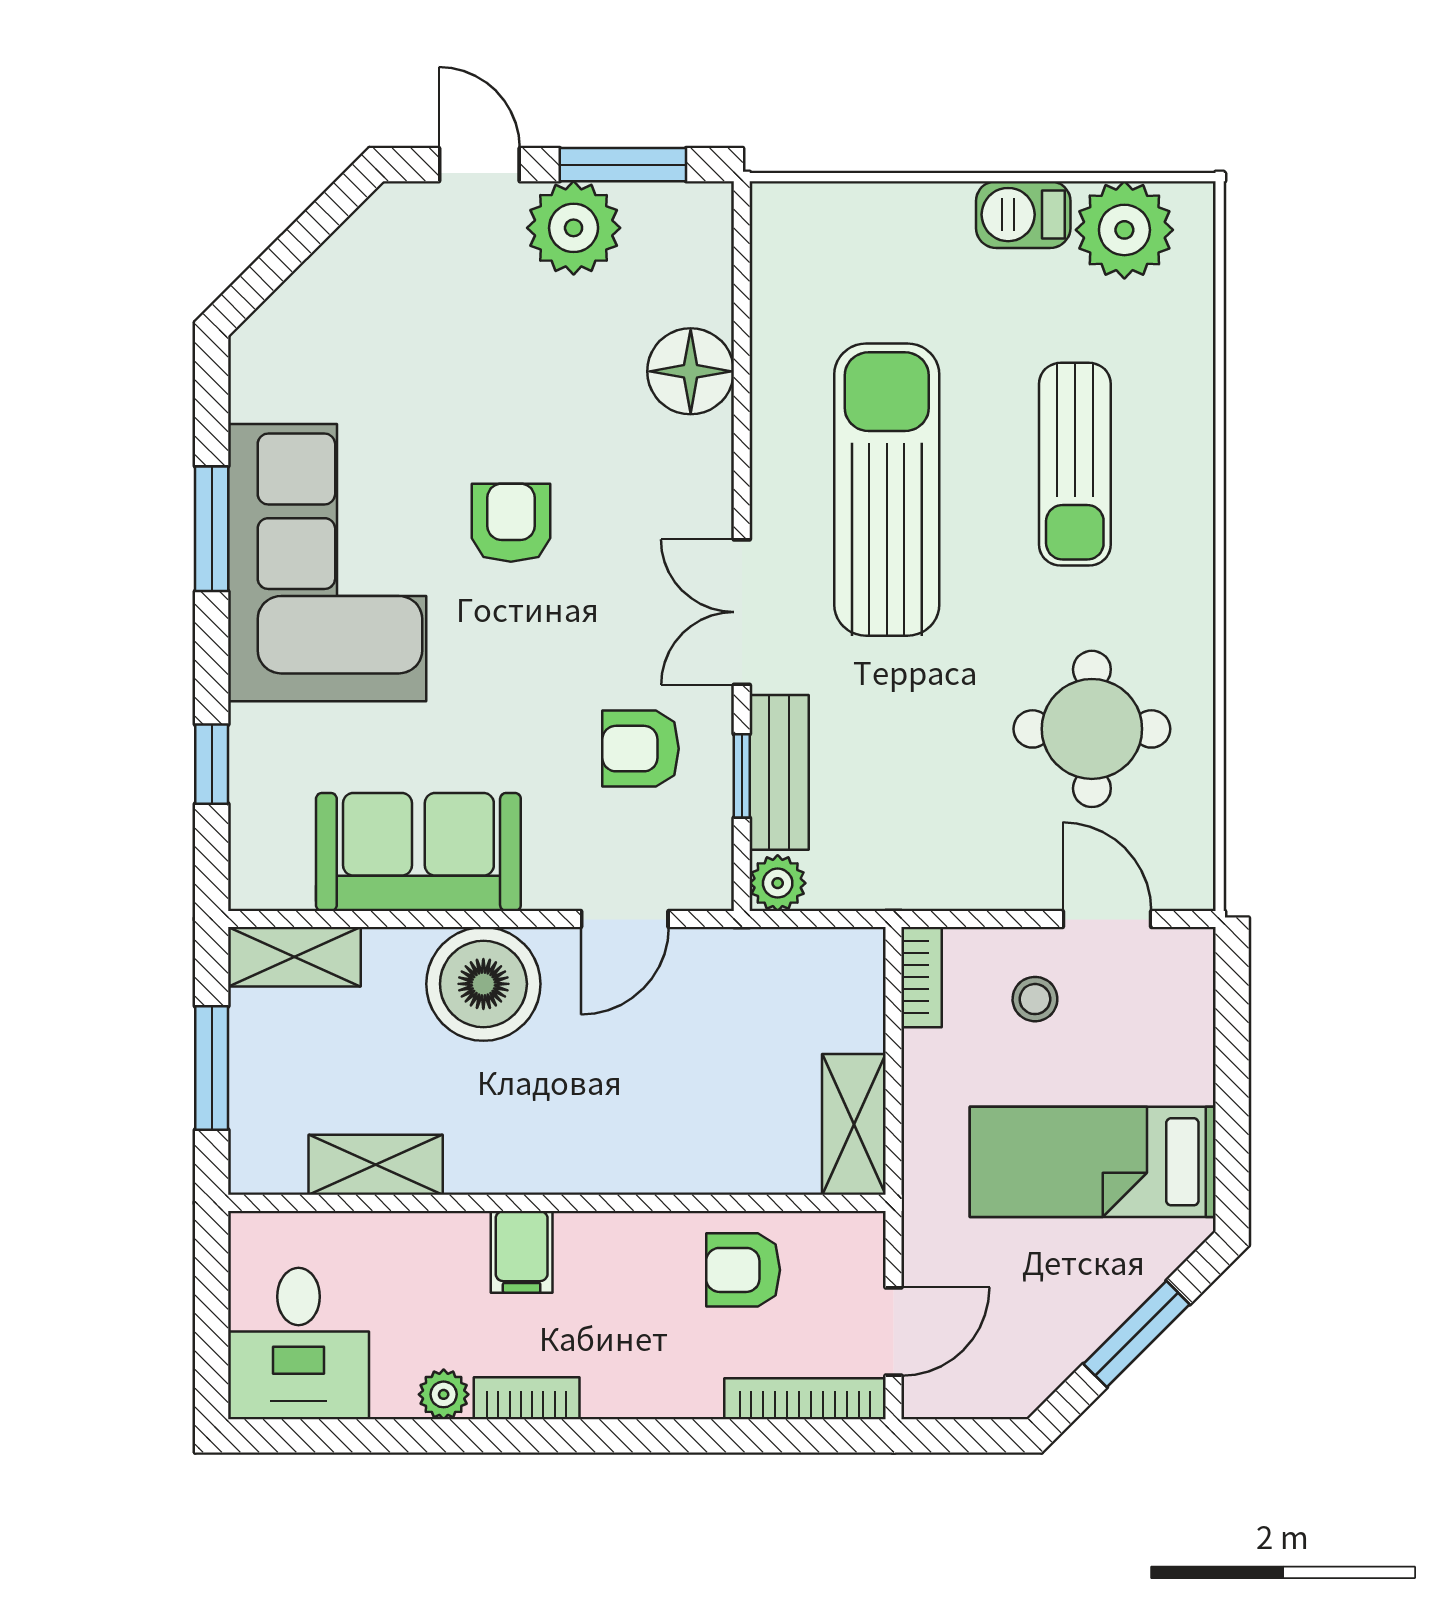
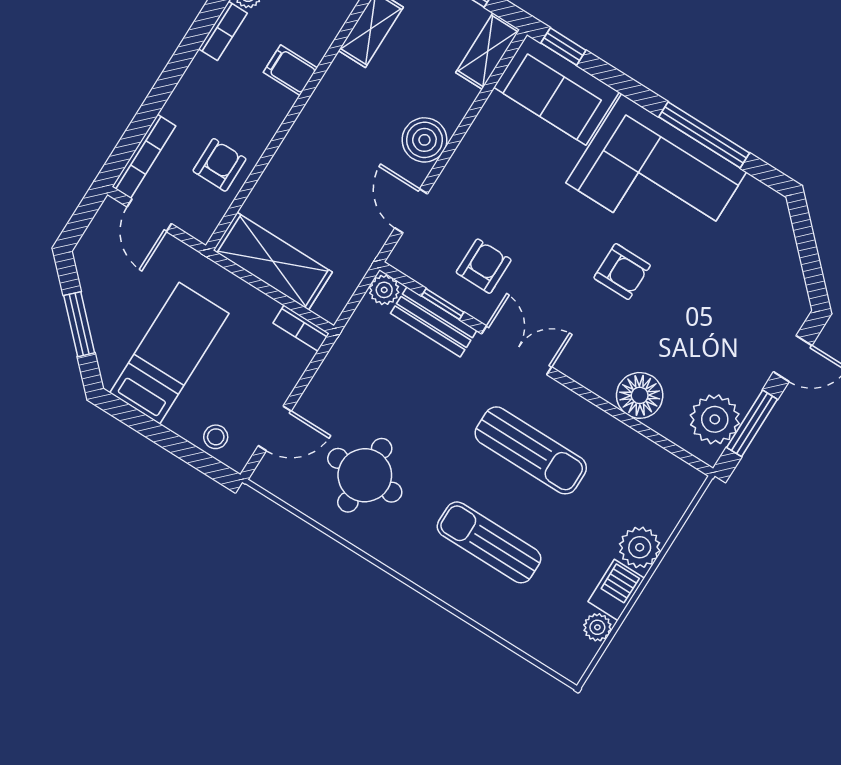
plant: (932, 220) -> (640, 547), added
plant: (574, 228) -> (715, 419), moved
plant: (1124, 230) -> (597, 627), width x0.53, depth x0.53
sun lounger: (887, 490) -> (531, 450), width x0.73, depth x0.75
window: (212, 529) -> (704, 135), width x1.44
window: (212, 764) -> (563, 47), moved
sofa: (418, 852) -> (556, 90), moved, turned 90
boiler: (483, 984) -> (424, 140), width x0.73, depth x0.73
stool: (1035, 999) -> (216, 437), moved
shelving: (854, 1124) -> (273, 261), width x1.50, depth x1.33

